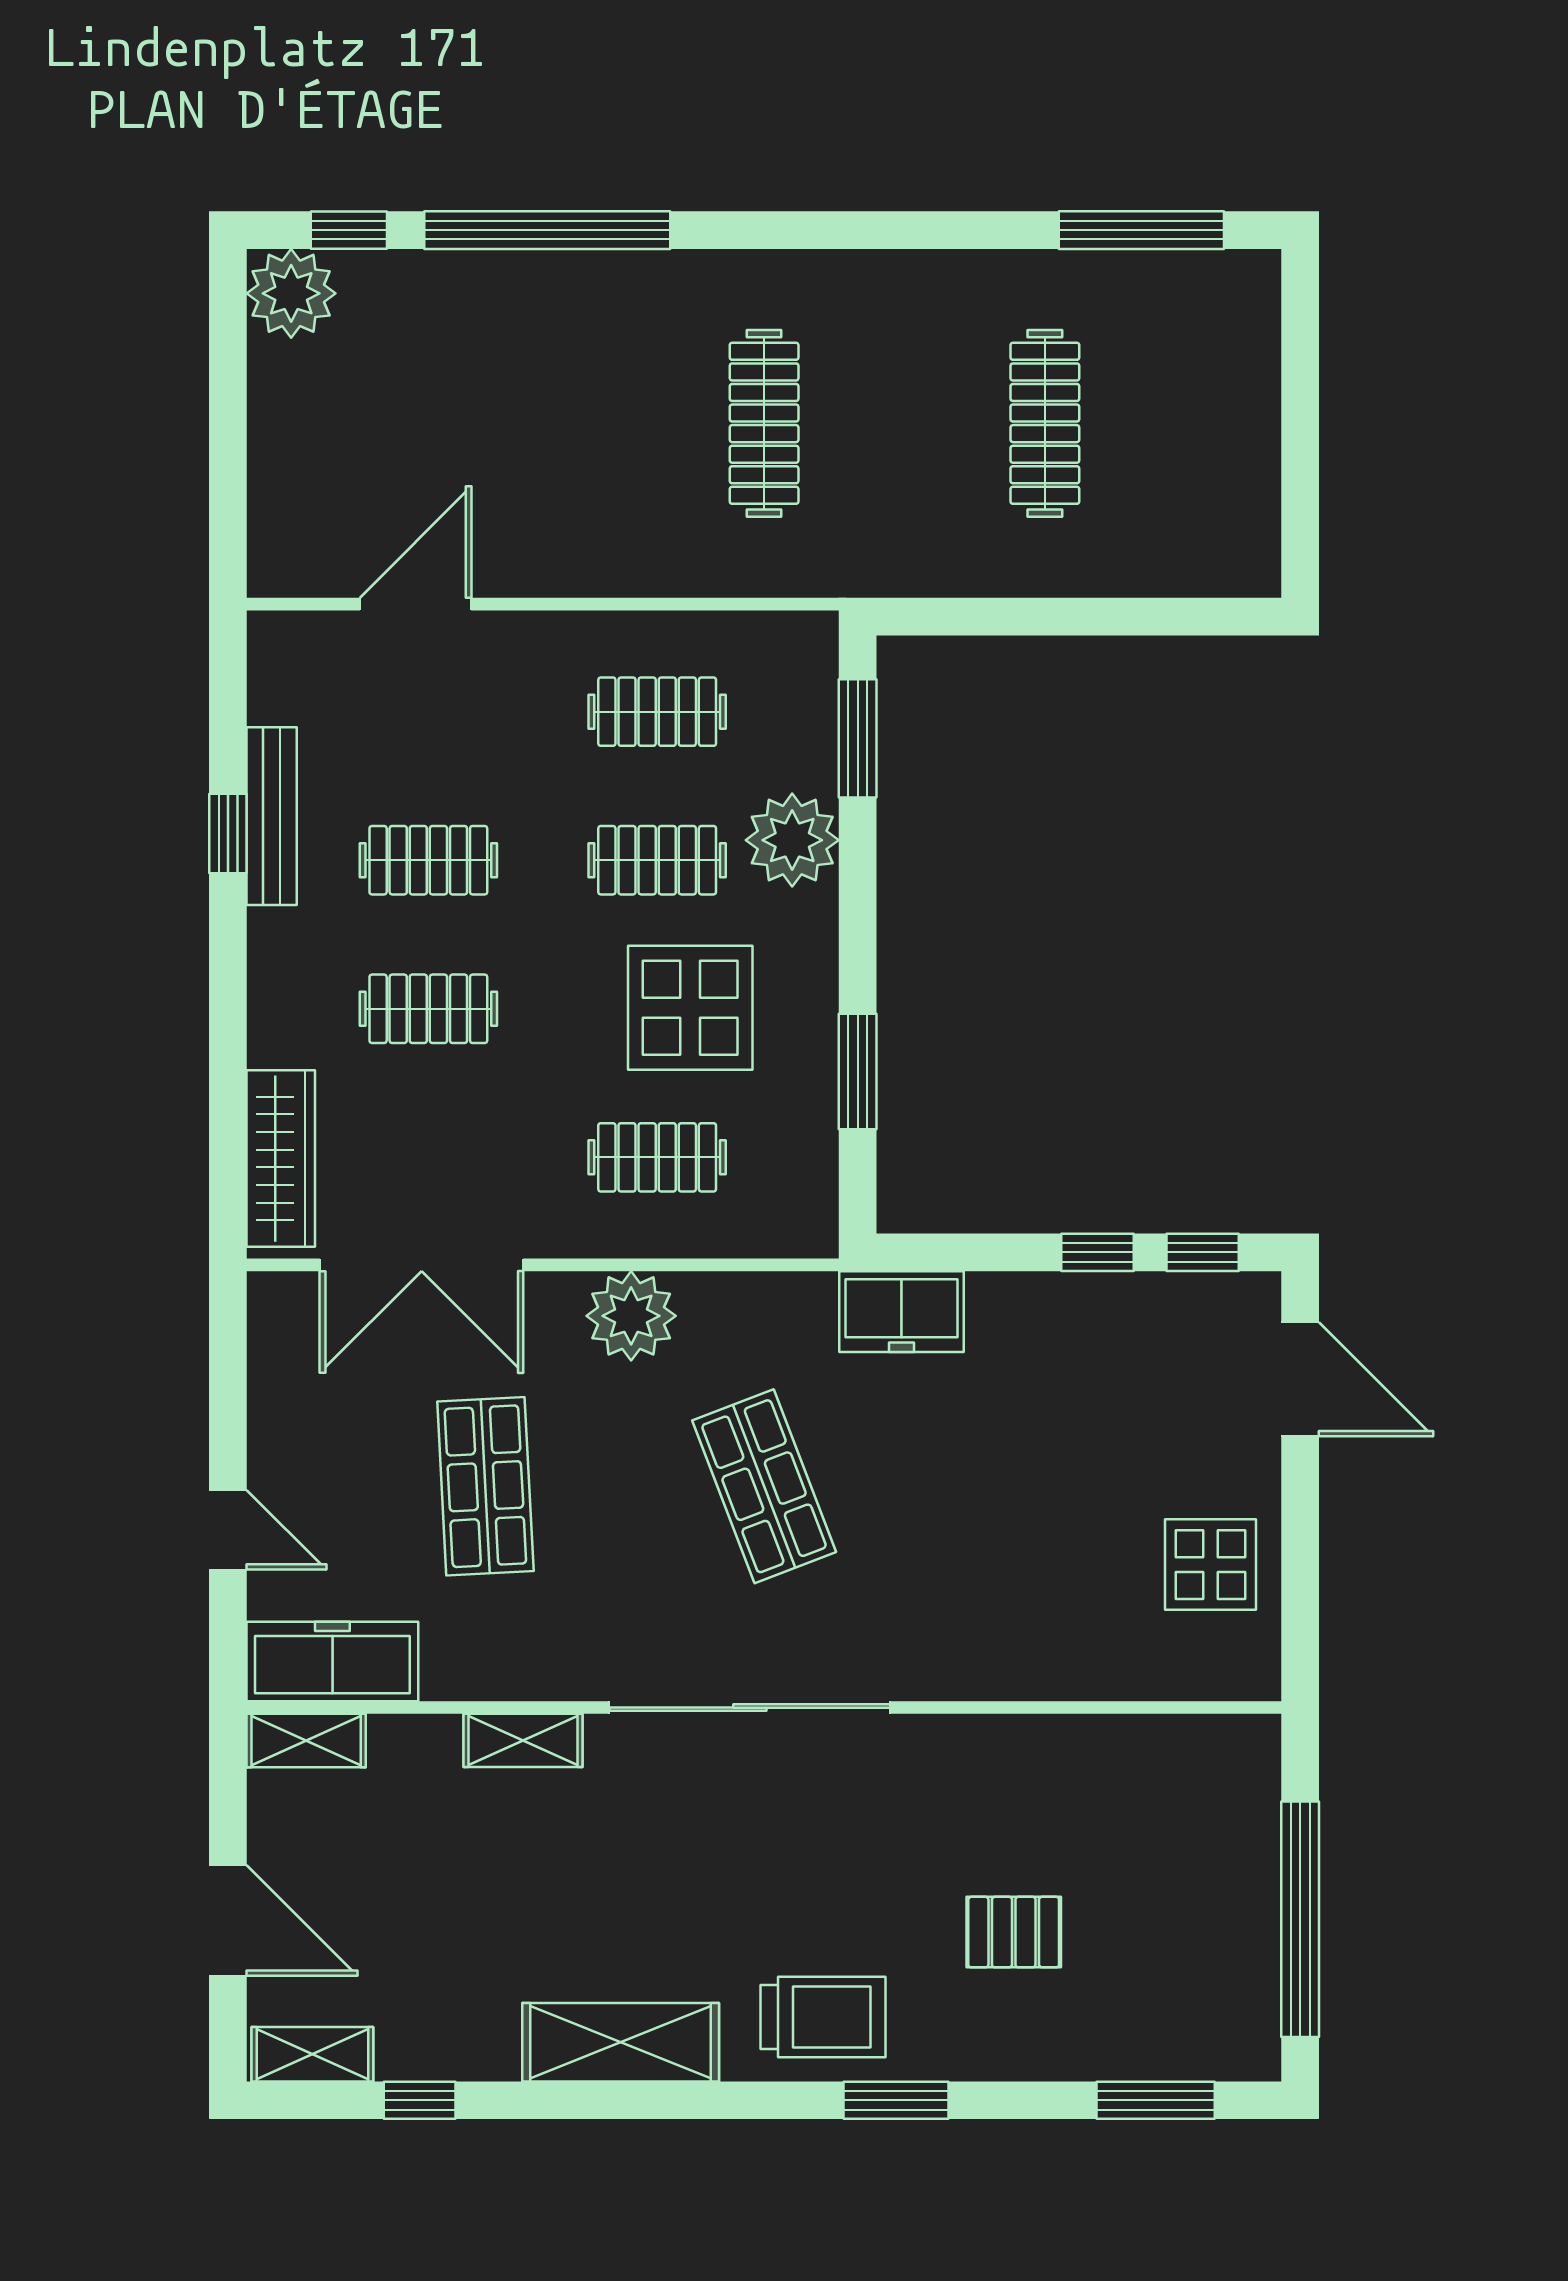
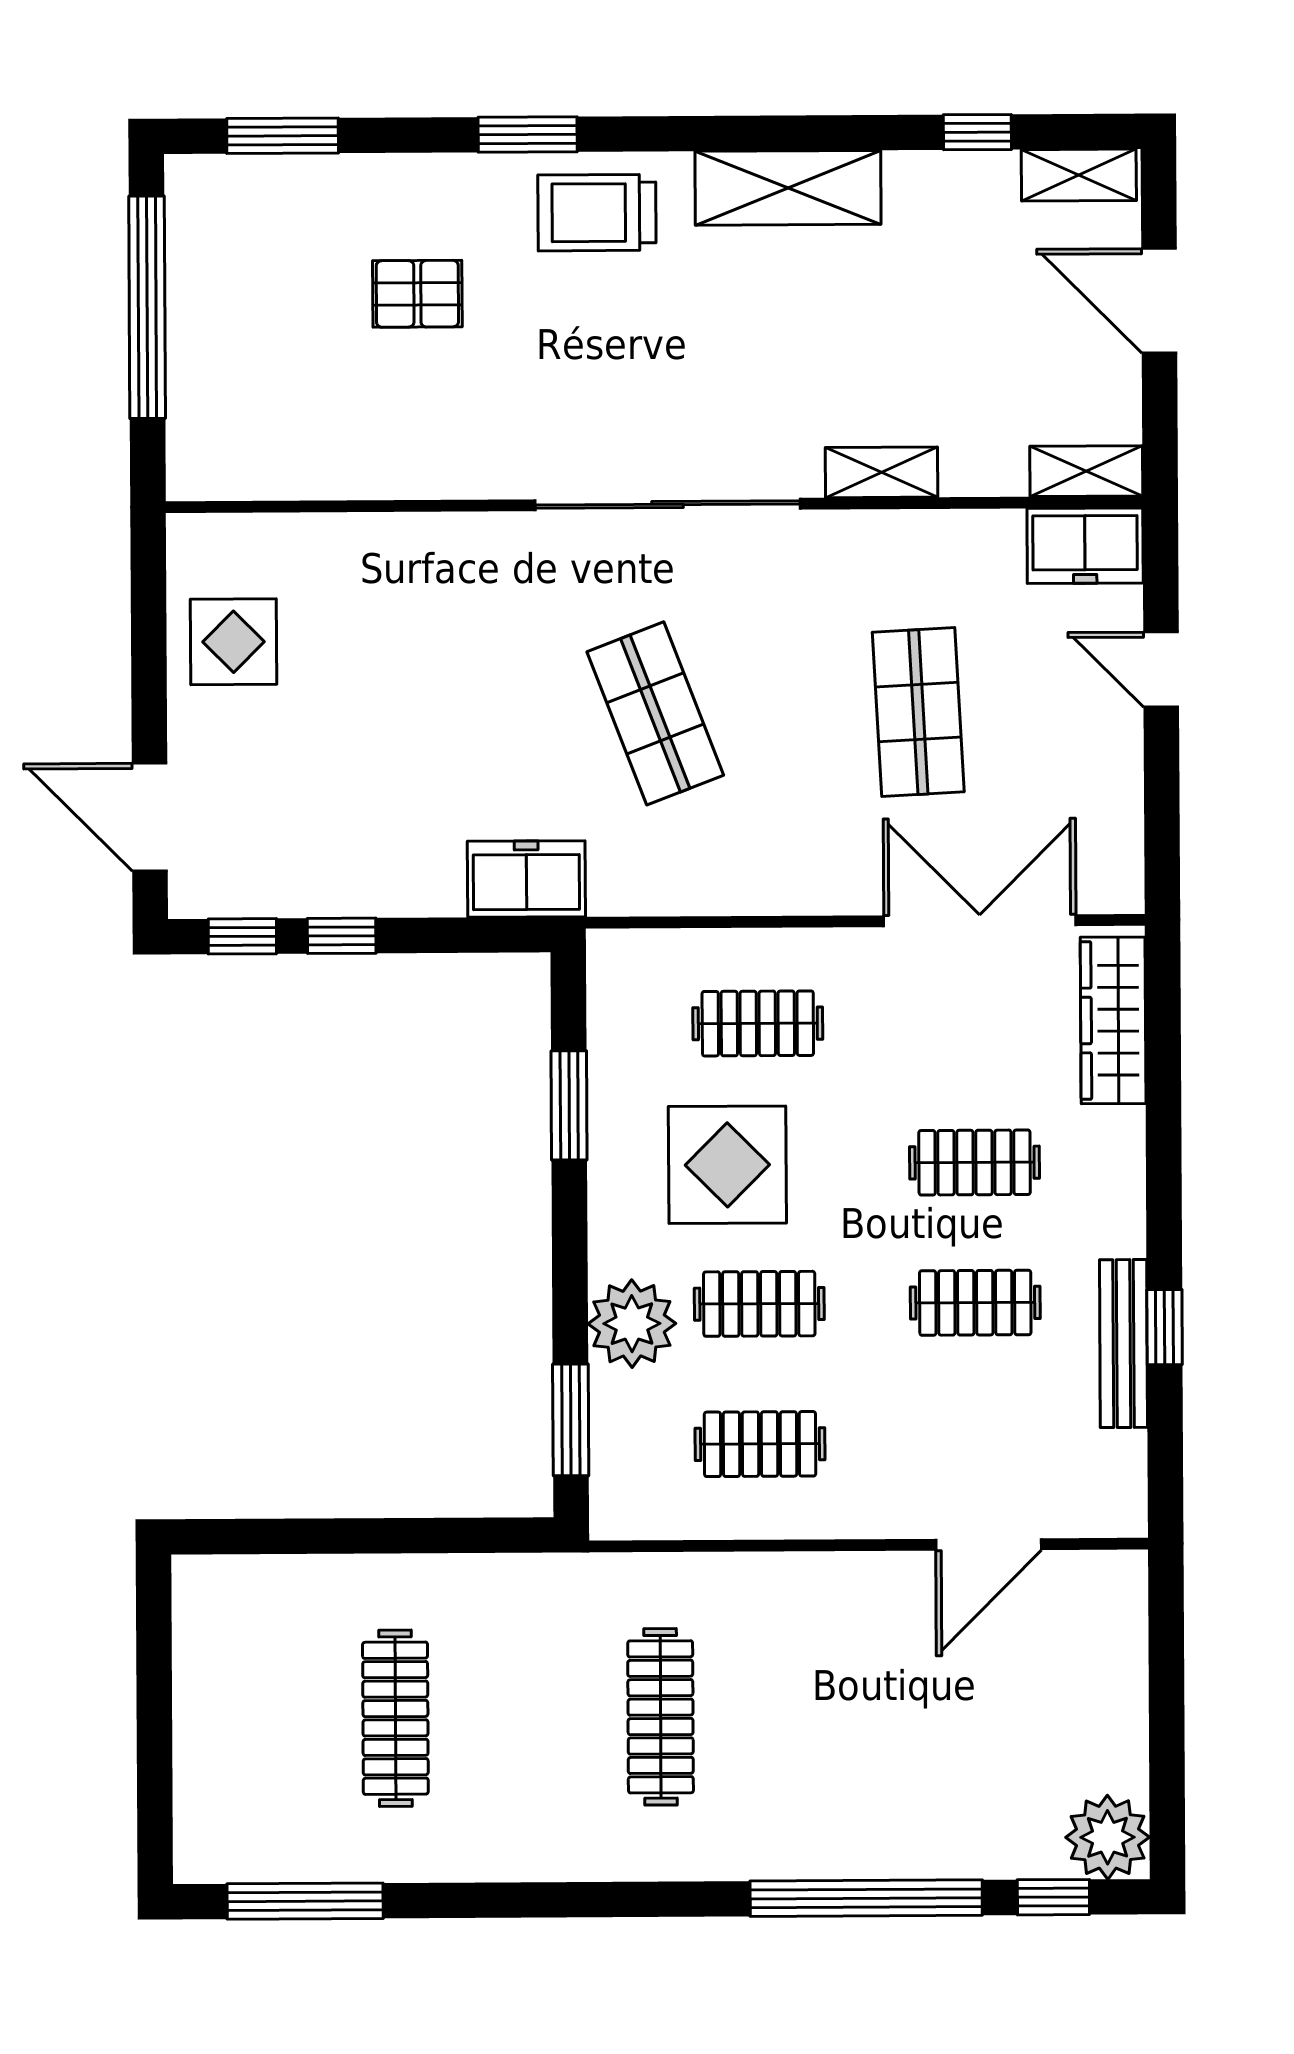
plant: (631, 1316) -> (782, 874), removed
freezer: (332, 1661) -> (1085, 546), width x0.71

